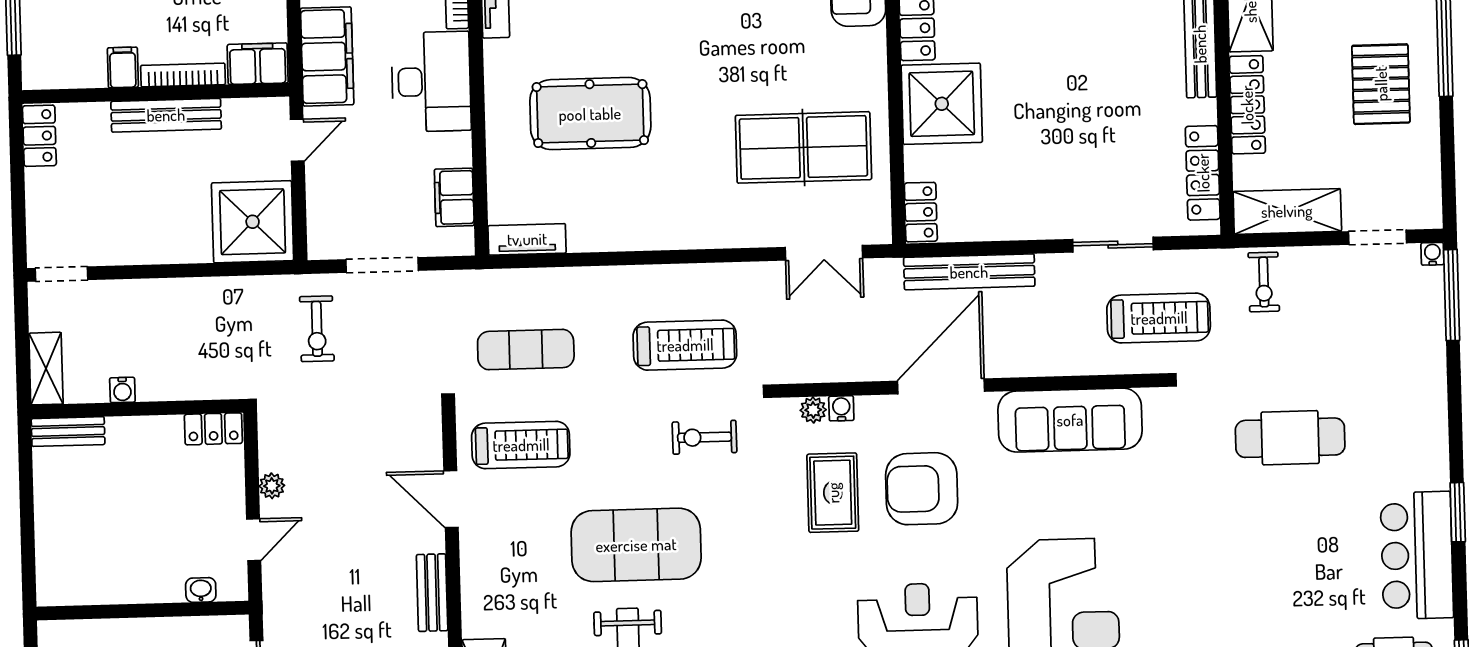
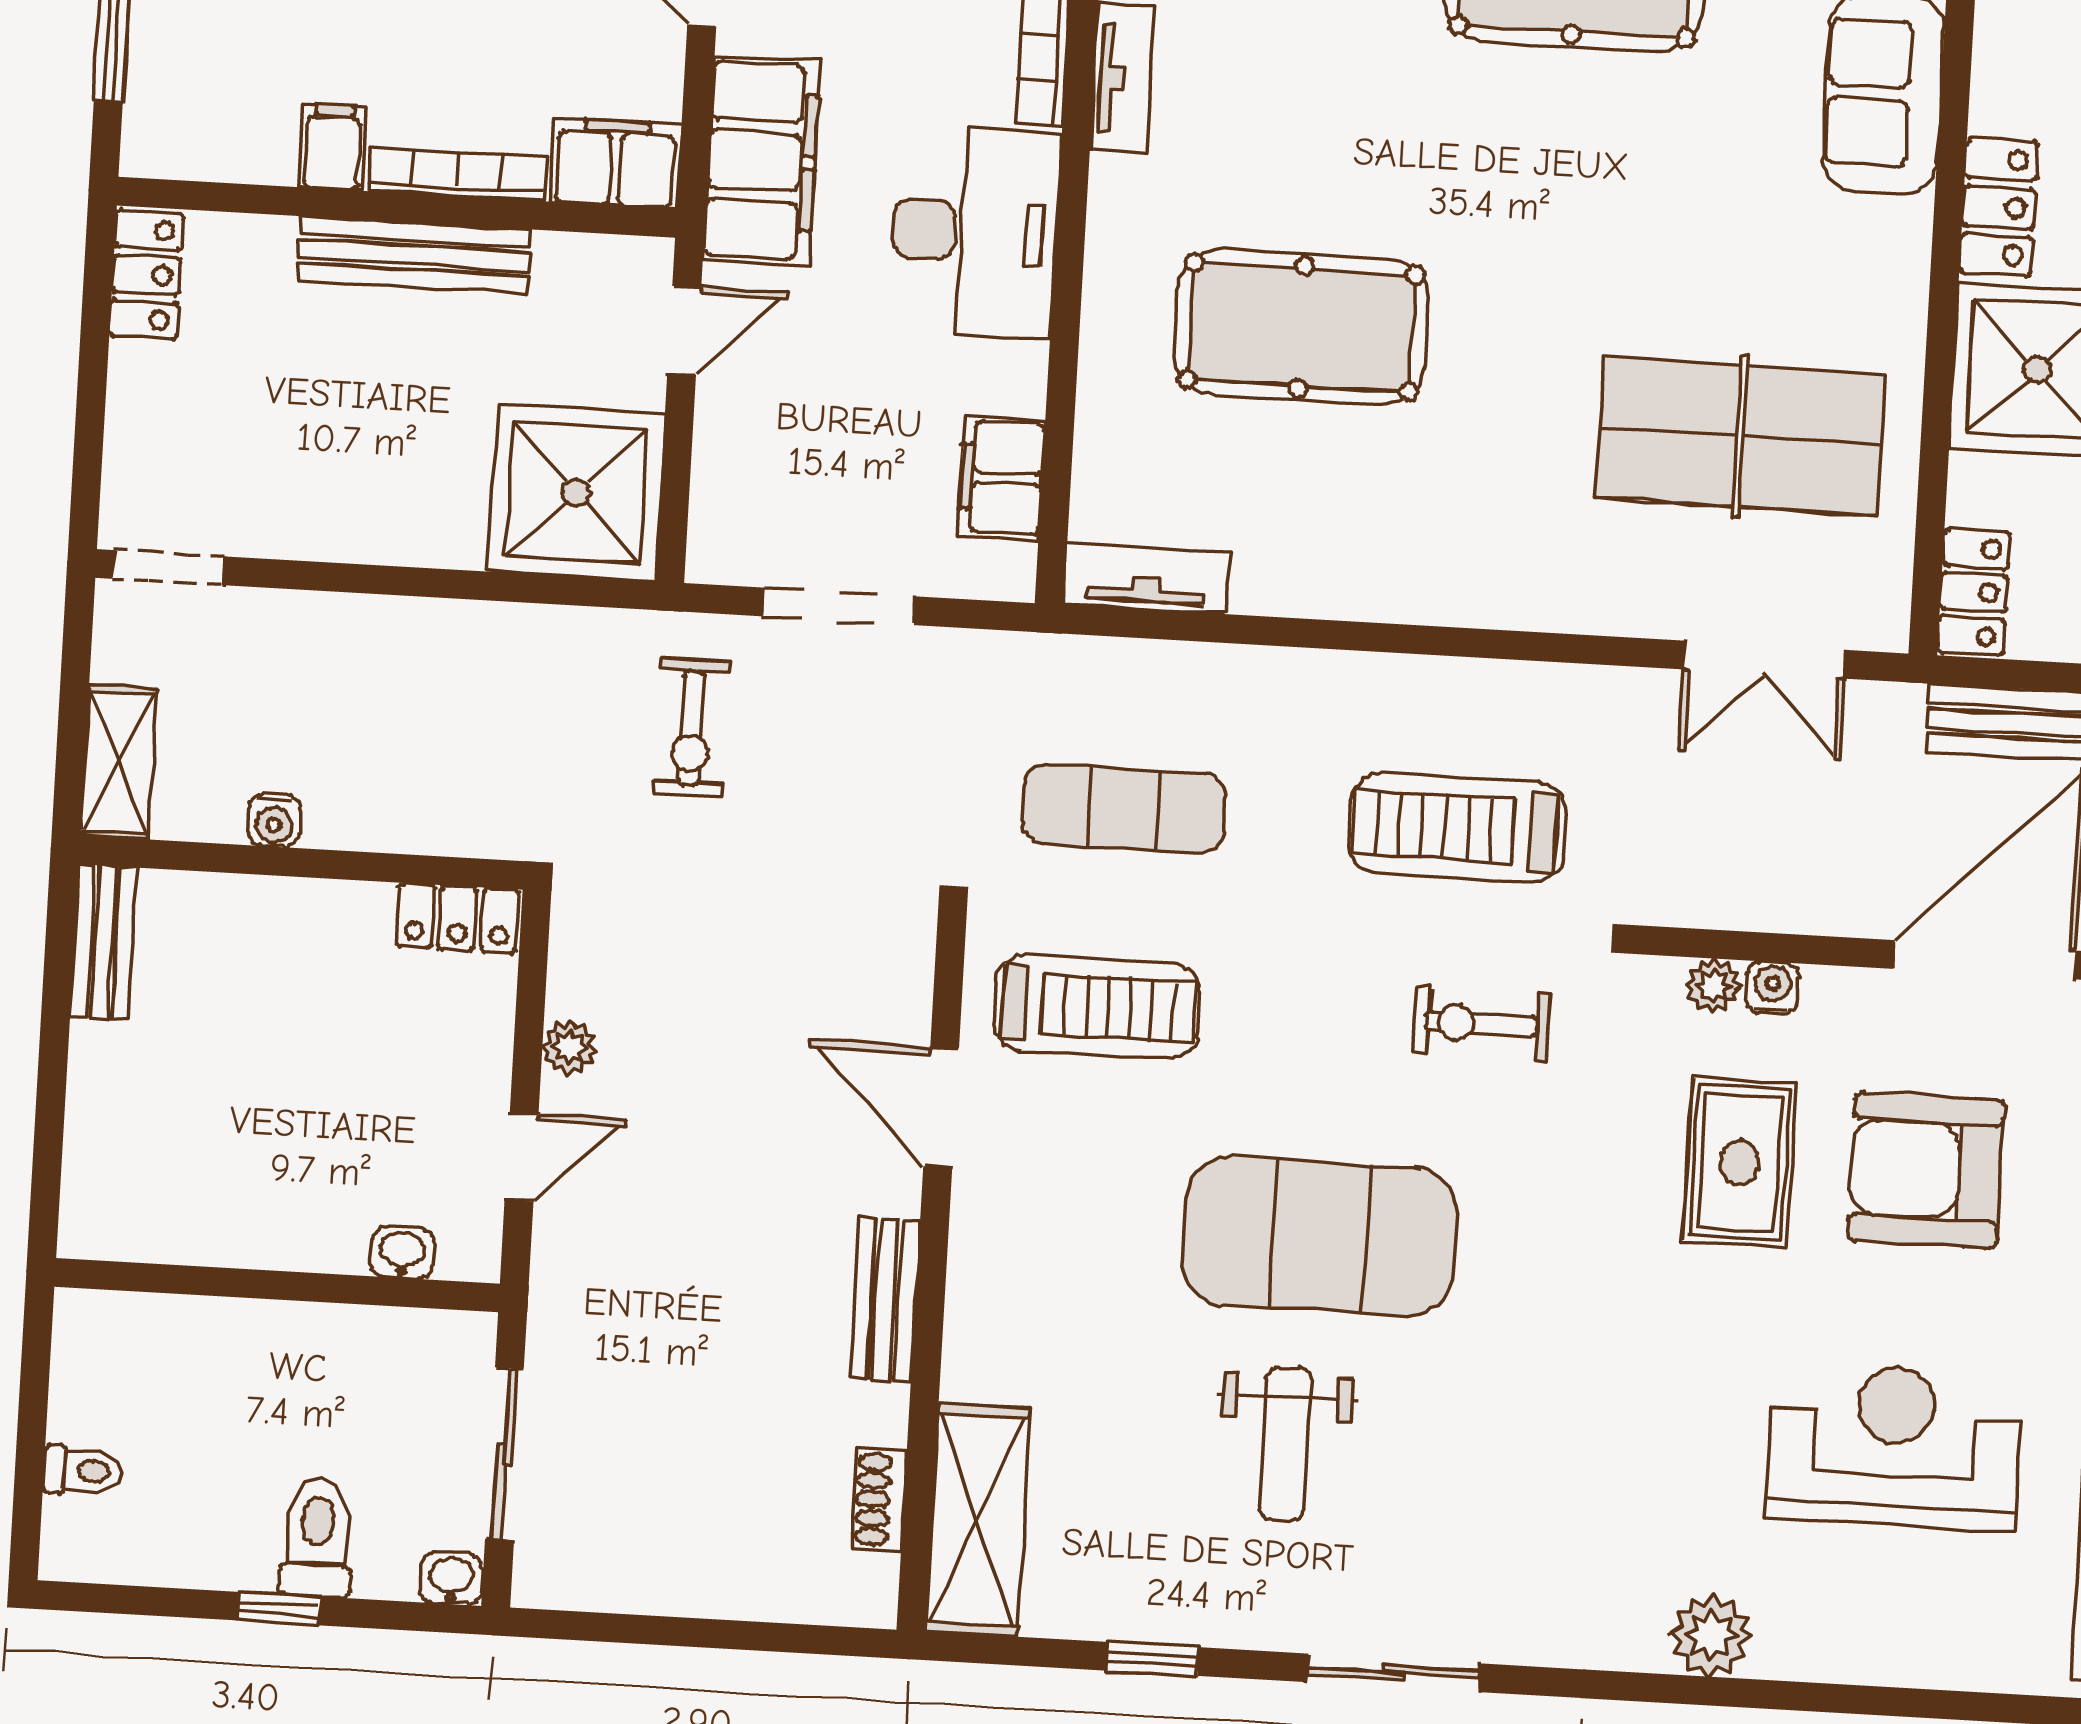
treadmill: (685, 345) -> (1457, 828), turned 180
bench: (68, 432) -> (103, 942), moved, turned 90

